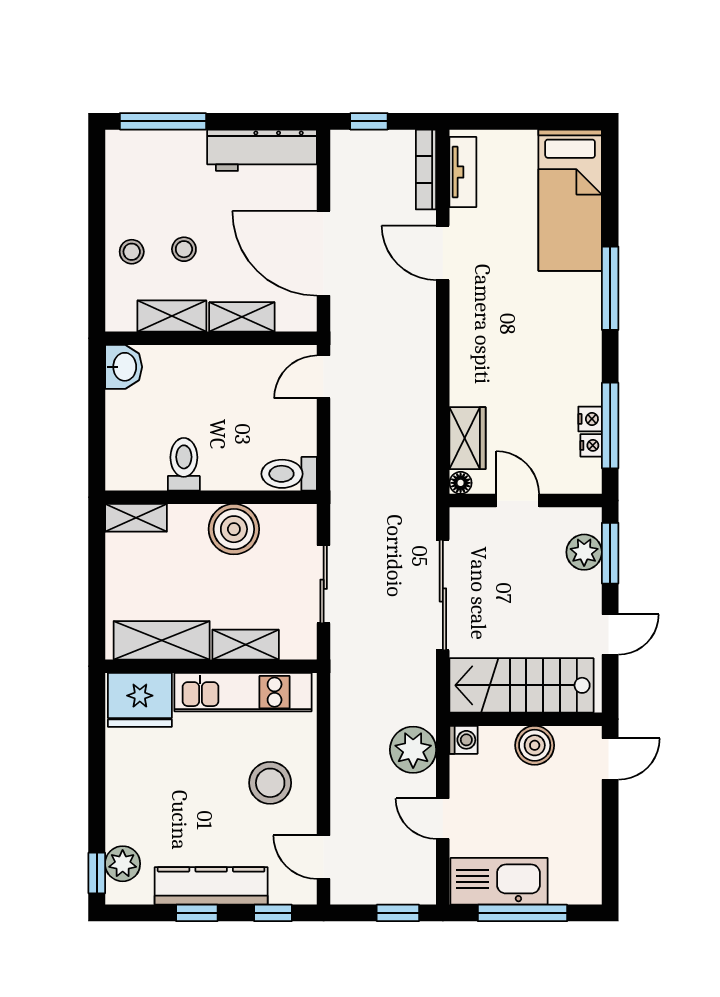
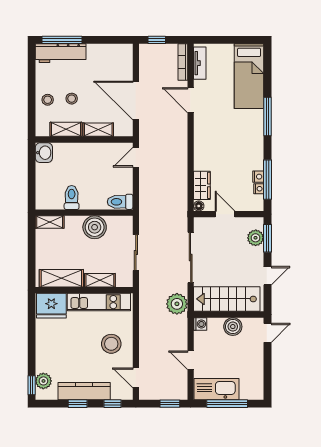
workbench: (262, 150) -> (61, 53), moved
plant: (413, 750) -> (177, 304), moved

